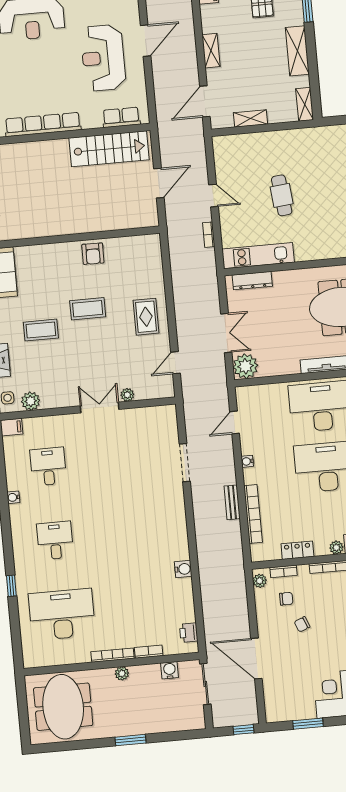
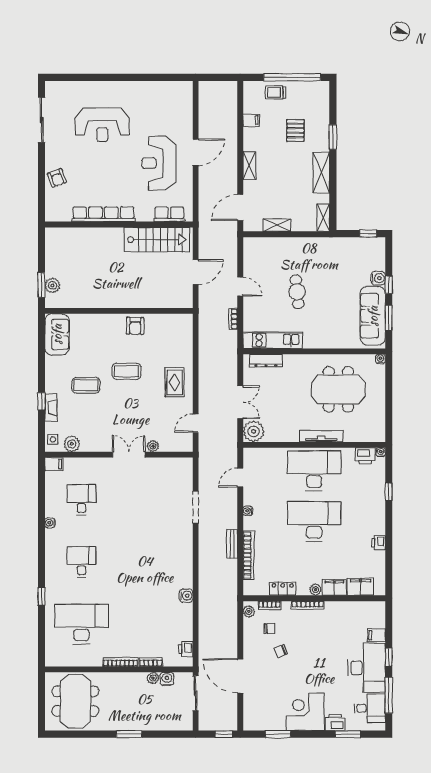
plant: (122, 673) -> (153, 678), moved

